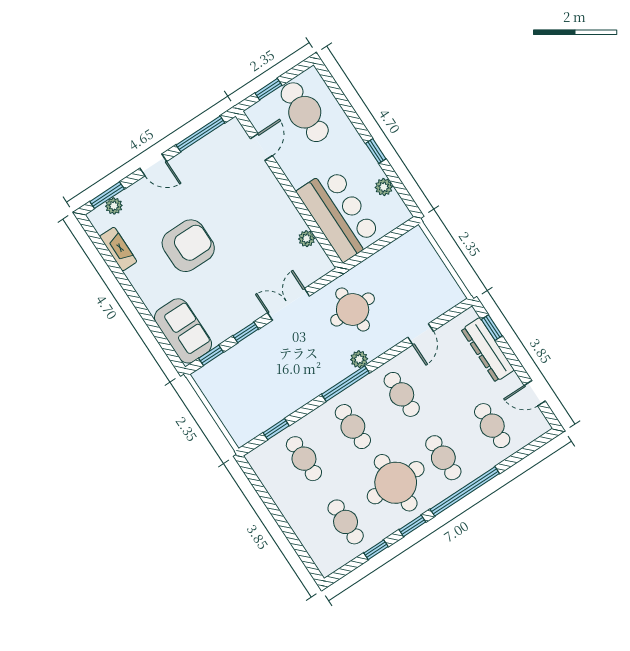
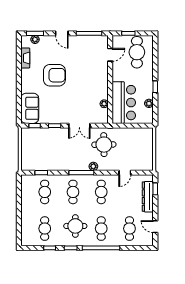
double door: (288, 304) -> (79, 126), swing flipped
round table: (396, 483) -> (75, 226), width x0.73, depth x0.73

